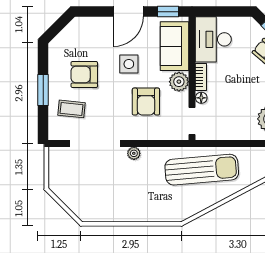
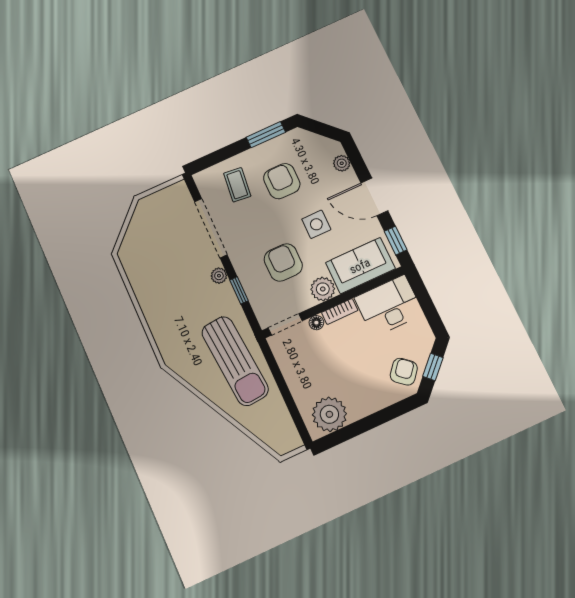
plant: (92, 24) -> (342, 163), added
window: (43, 90) -> (266, 135), moved
armchair: (146, 102) -> (283, 262), turned 90
window: (152, 143) -> (239, 290), added

